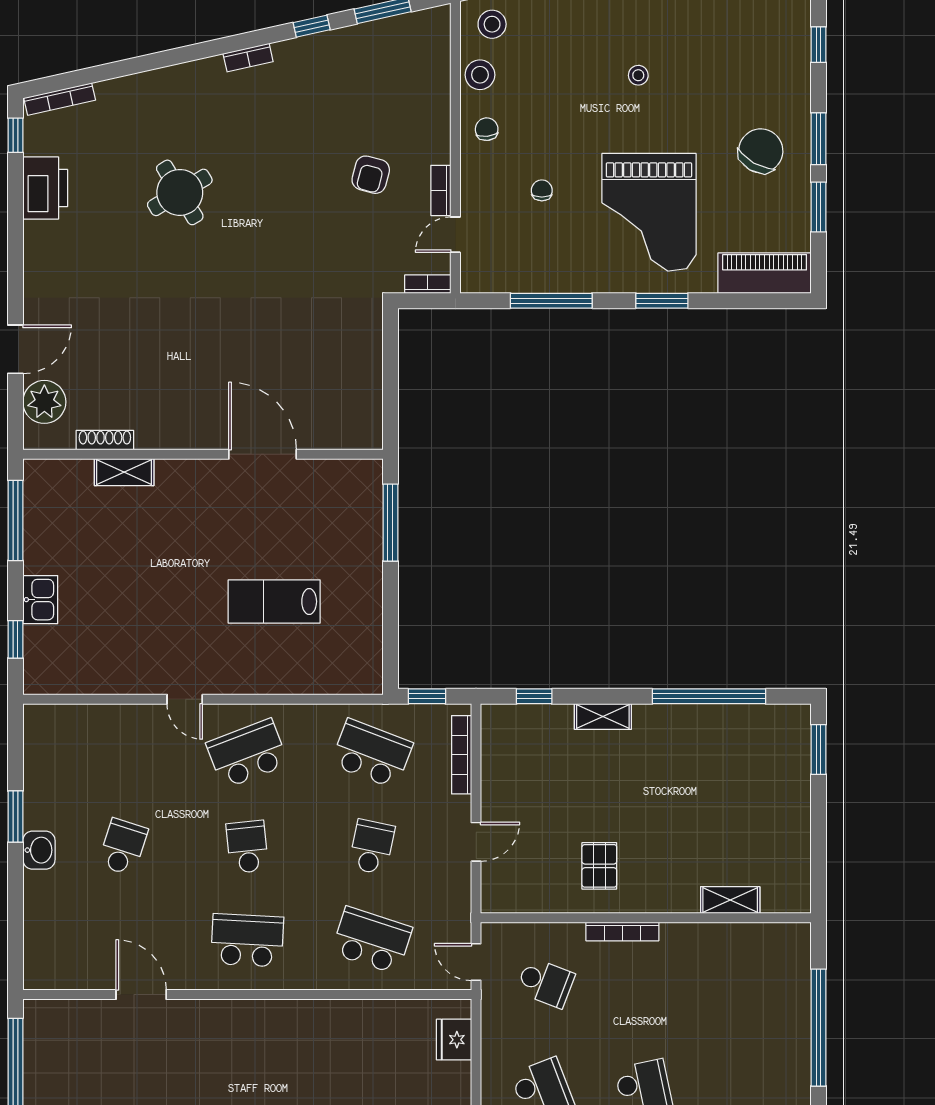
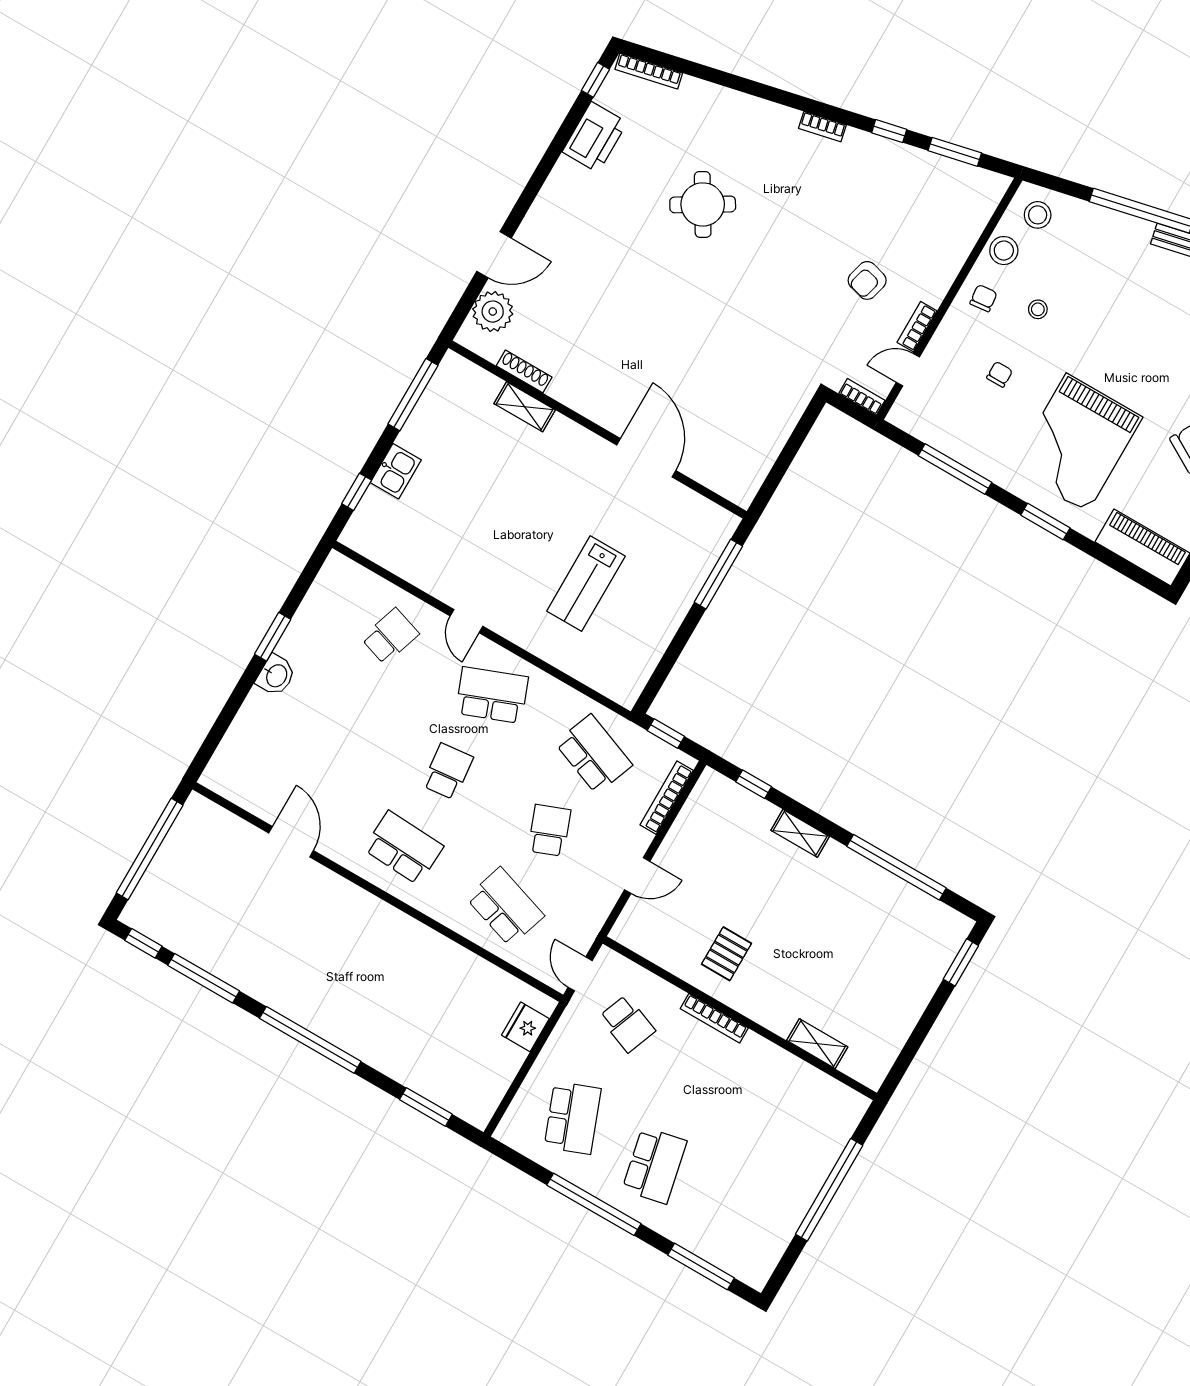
stool: (638, 75) -> (1038, 309), moved
lab bench: (274, 602) -> (586, 584), turned -90
school desk: (123, 847) -> (390, 636), moved
school desk: (372, 847) -> (549, 830), turned -33

